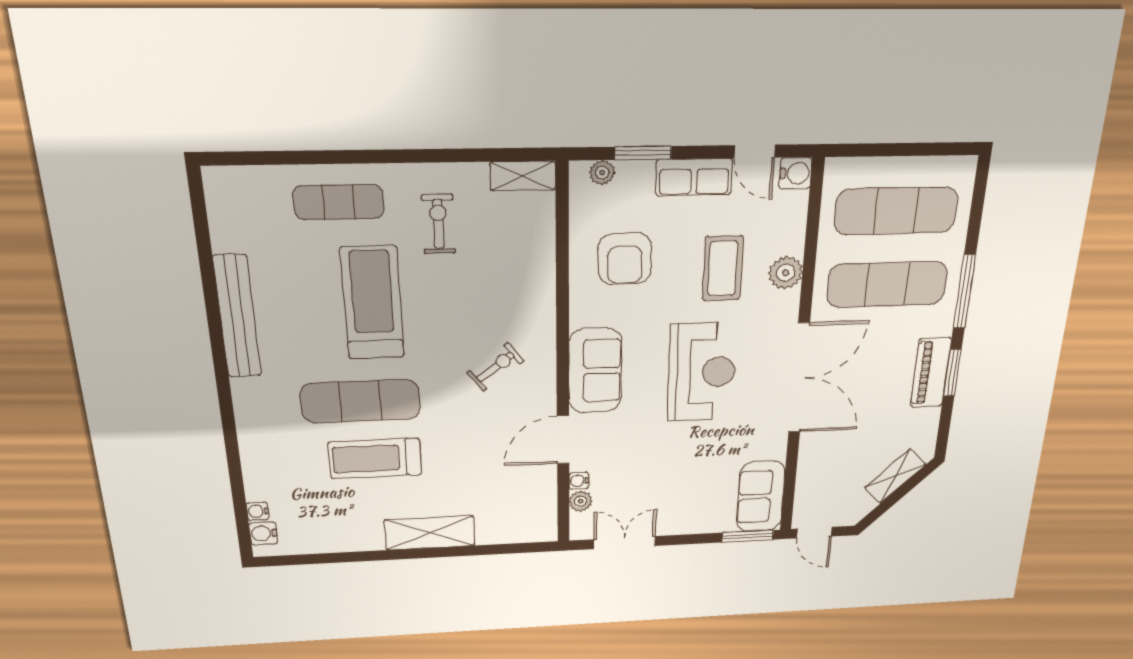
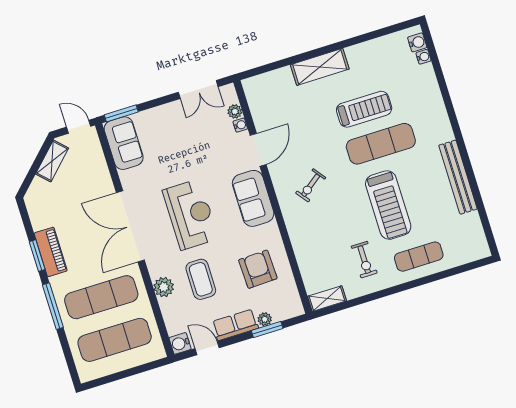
plant: (602, 173) -> (265, 319), moved
reception desk: (702, 372) -> (190, 214), turned 180
shelving: (895, 476) -> (52, 161), moved

